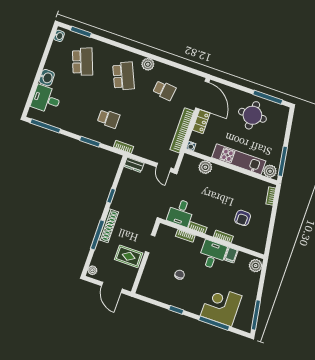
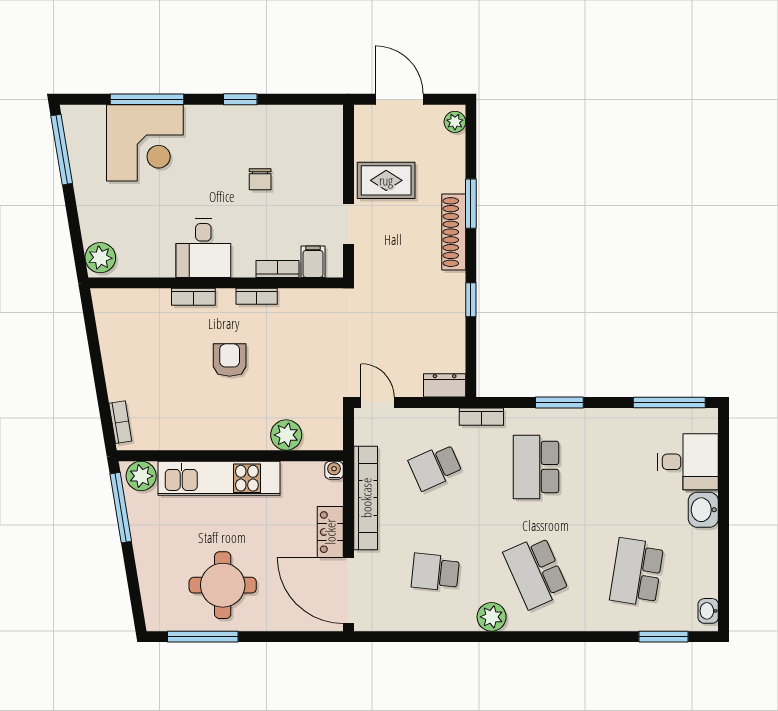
school desk: (83, 62) -> (637, 572), turned 30
school desk: (108, 119) -> (536, 467), width x1.85
school desk: (149, 133) -> (435, 467), added
desk: (181, 213) -> (305, 316), removed
armchair: (243, 218) -> (230, 360), moved
window: (98, 235) -> (471, 204), width x0.69
filing cabinet: (231, 255) -> (313, 262), moved

